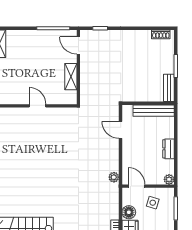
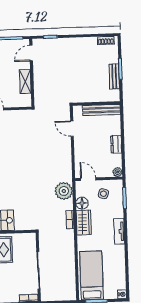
door: (78, 45) -> (31, 53), hinge flipped
bench: (169, 88) -> (114, 76), moved
plant: (114, 177) -> (64, 191), moved, width x1.87, depth x1.87

